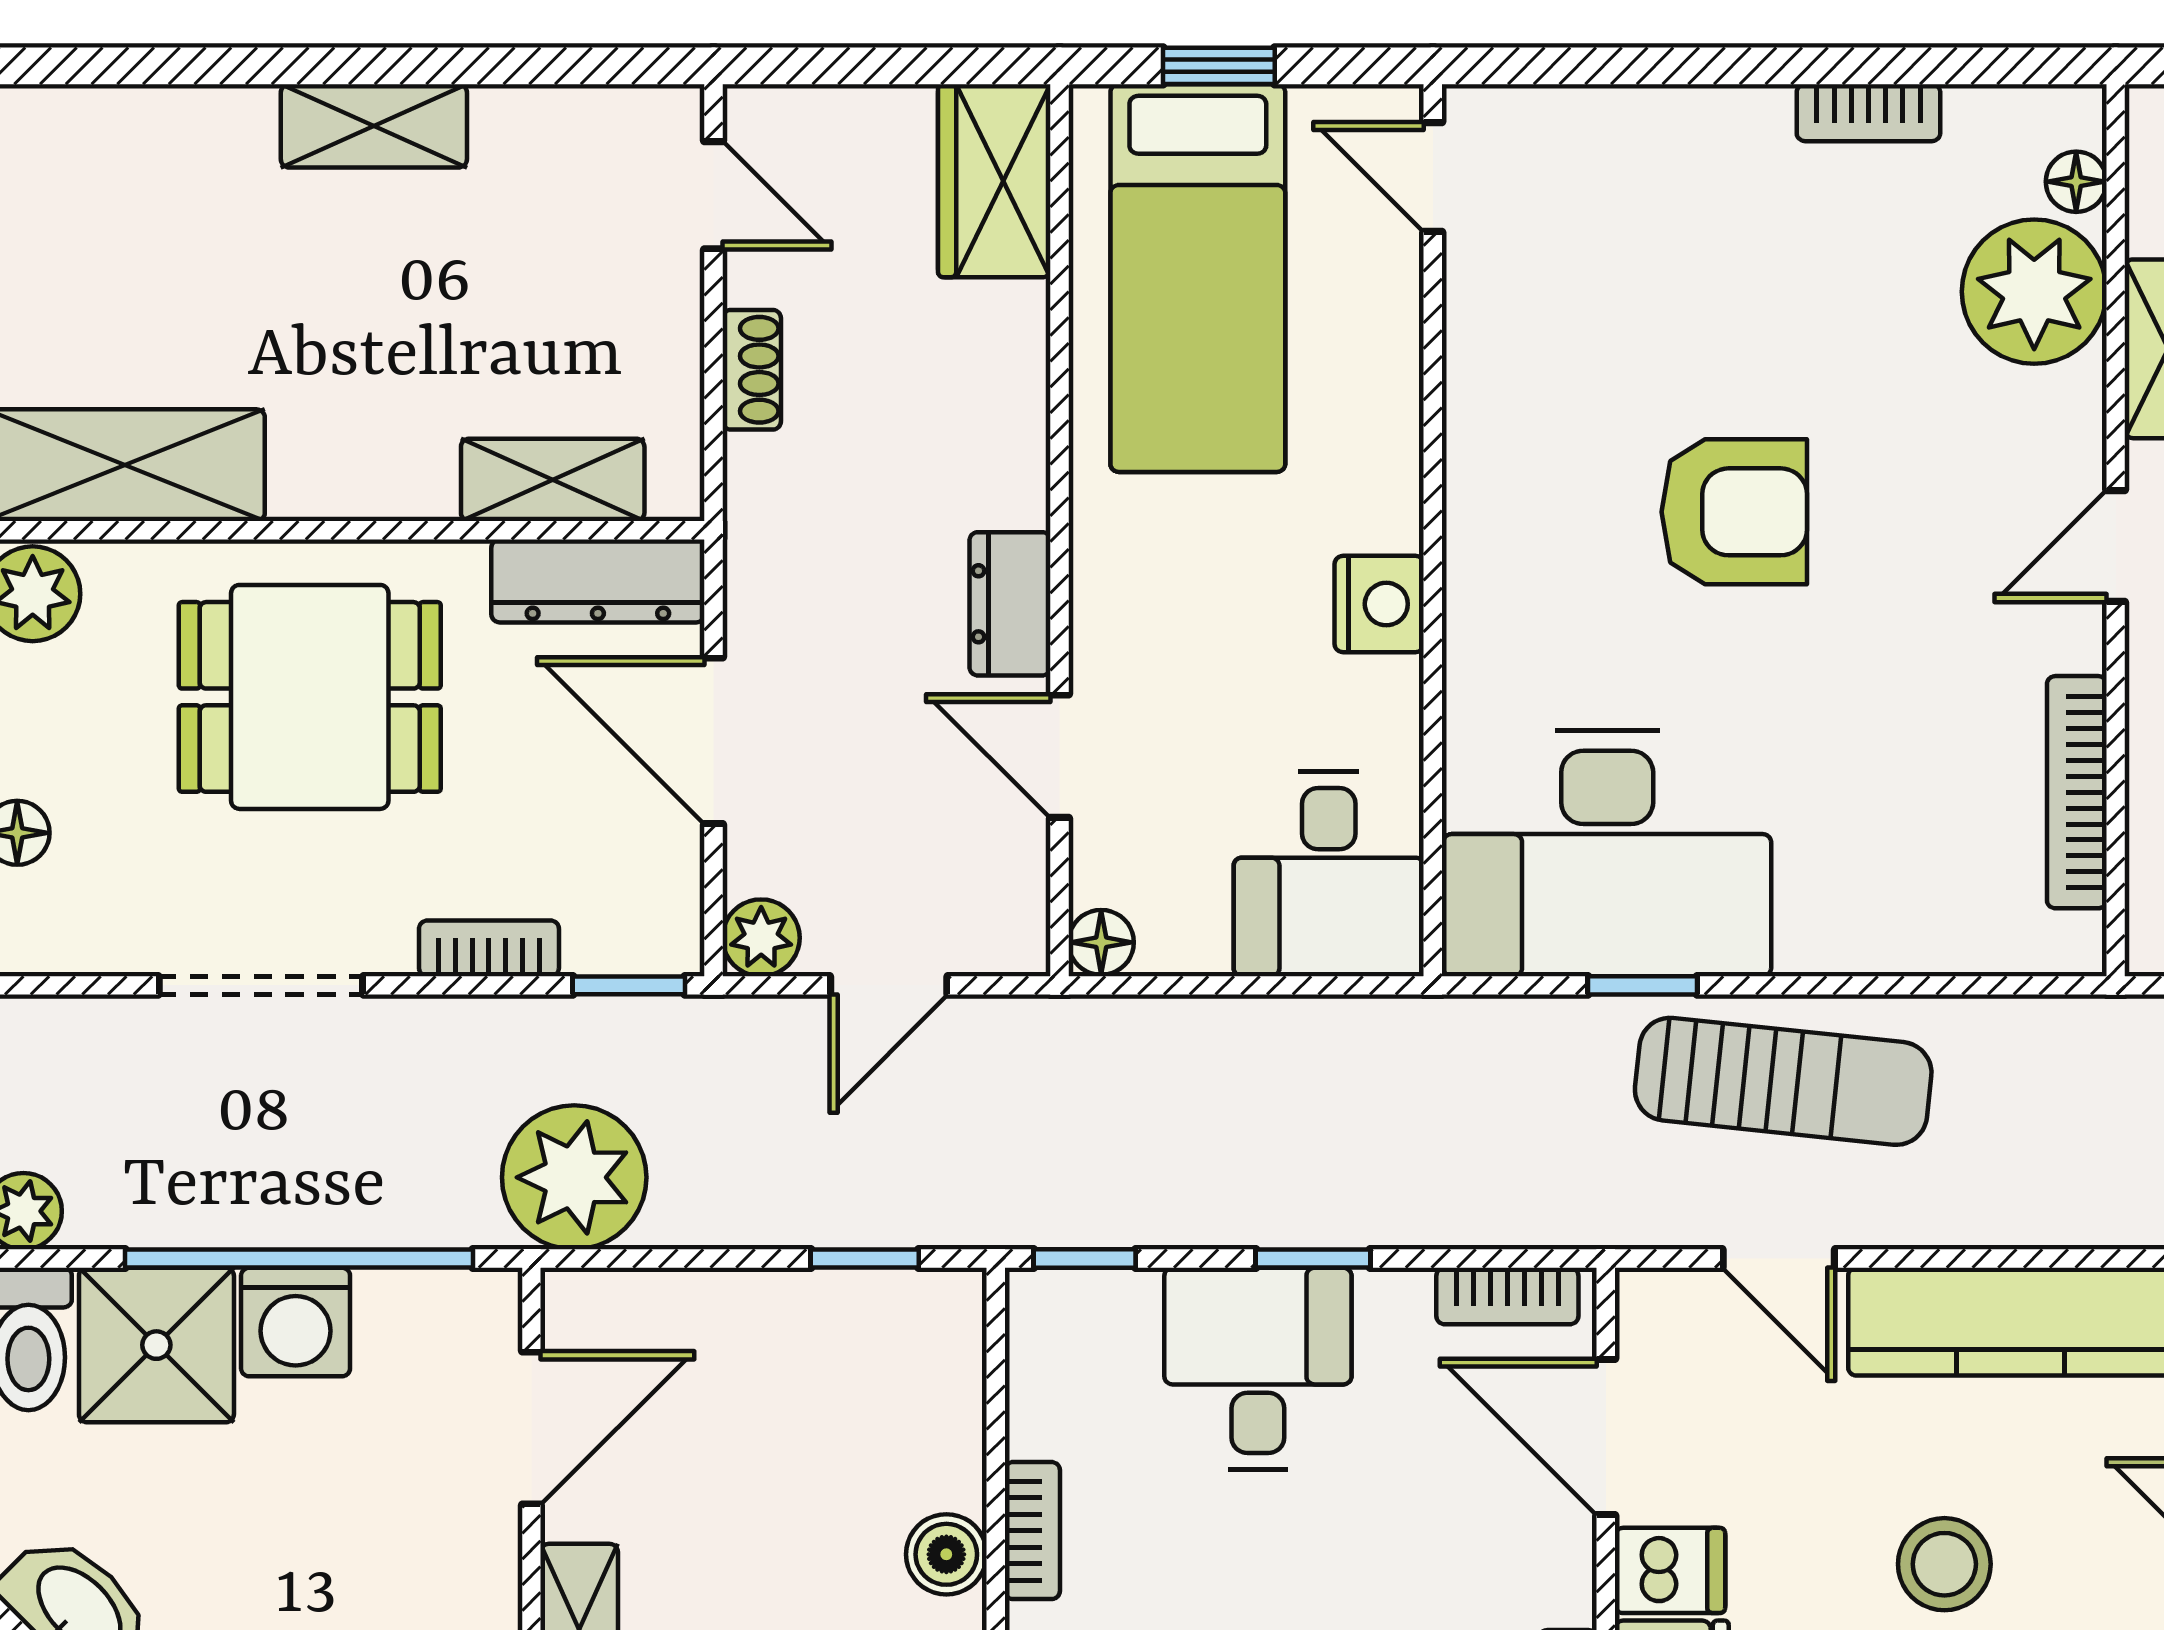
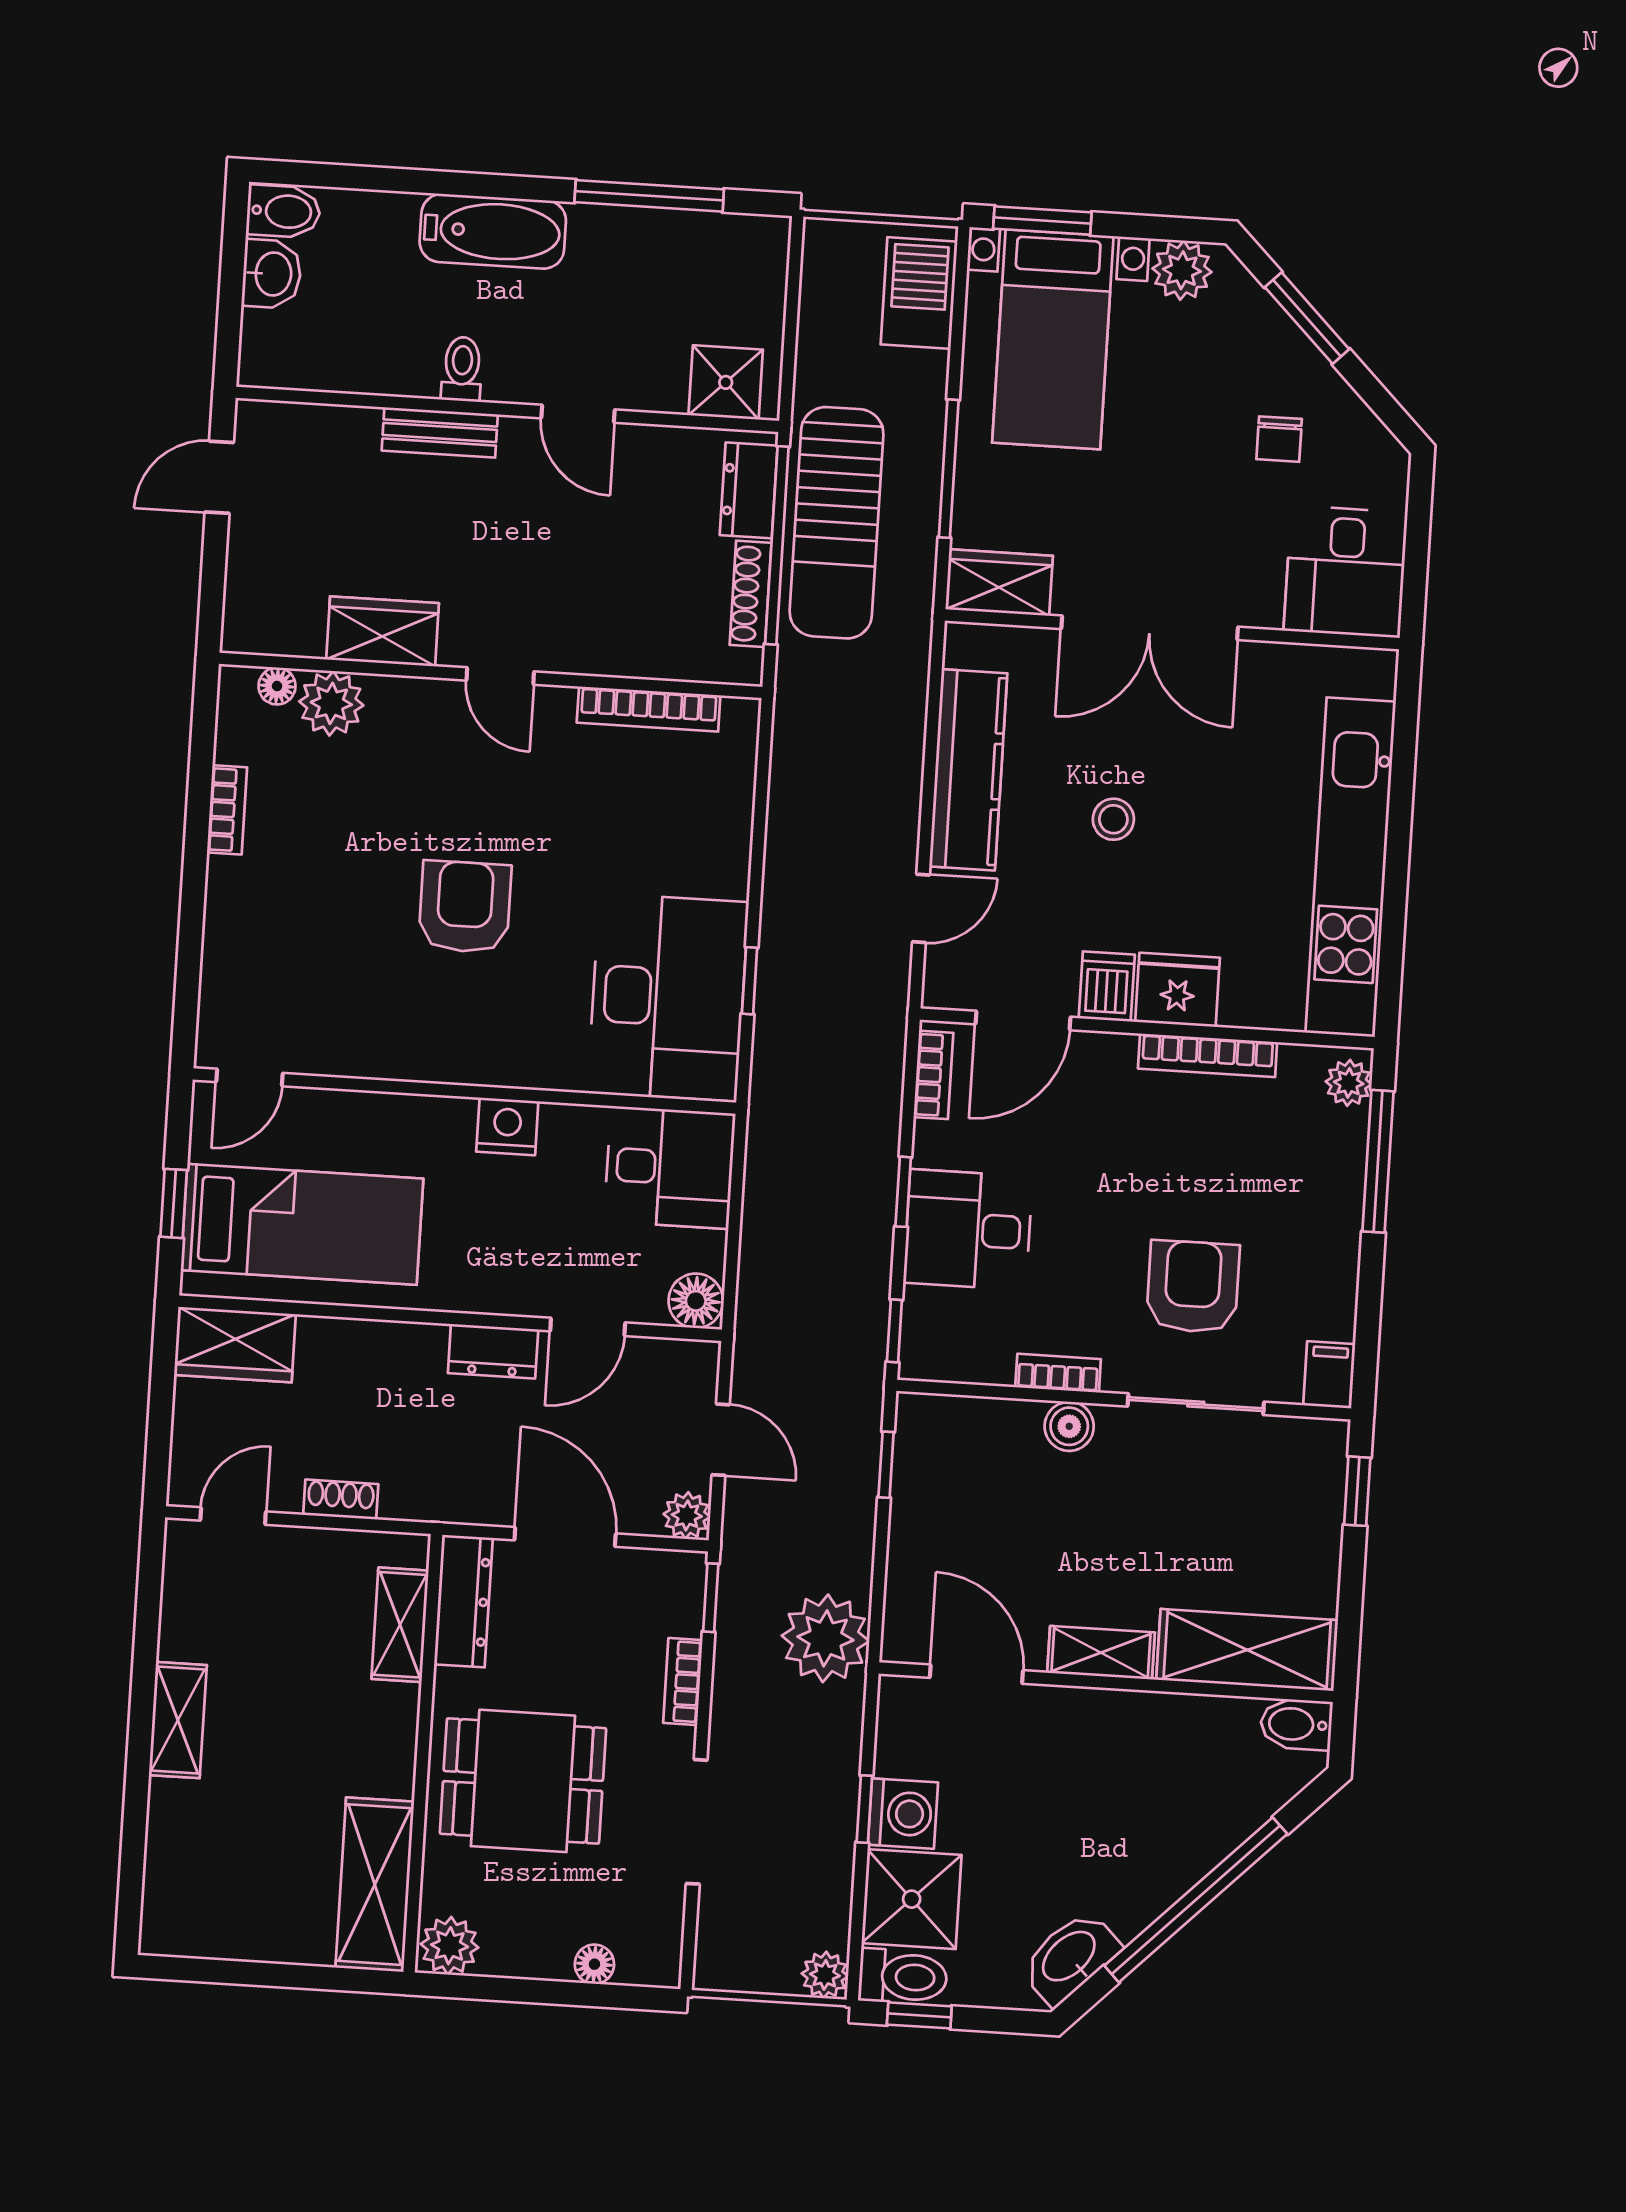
plant: (2034, 292) -> (331, 703), width x0.73, depth x0.73
dining table: (310, 697) -> (523, 1781), turned 90
door: (713, 741) -> (565, 1537), swing flipped
floor lamp: (1101, 942) -> (696, 1301), width x1.37, depth x1.37
sun lounger: (1783, 1081) -> (813, 899), removed
window: (299, 1259) -> (864, 1809), width x0.32
stool: (1944, 1564) -> (1113, 819), width x0.73, depth x0.73

